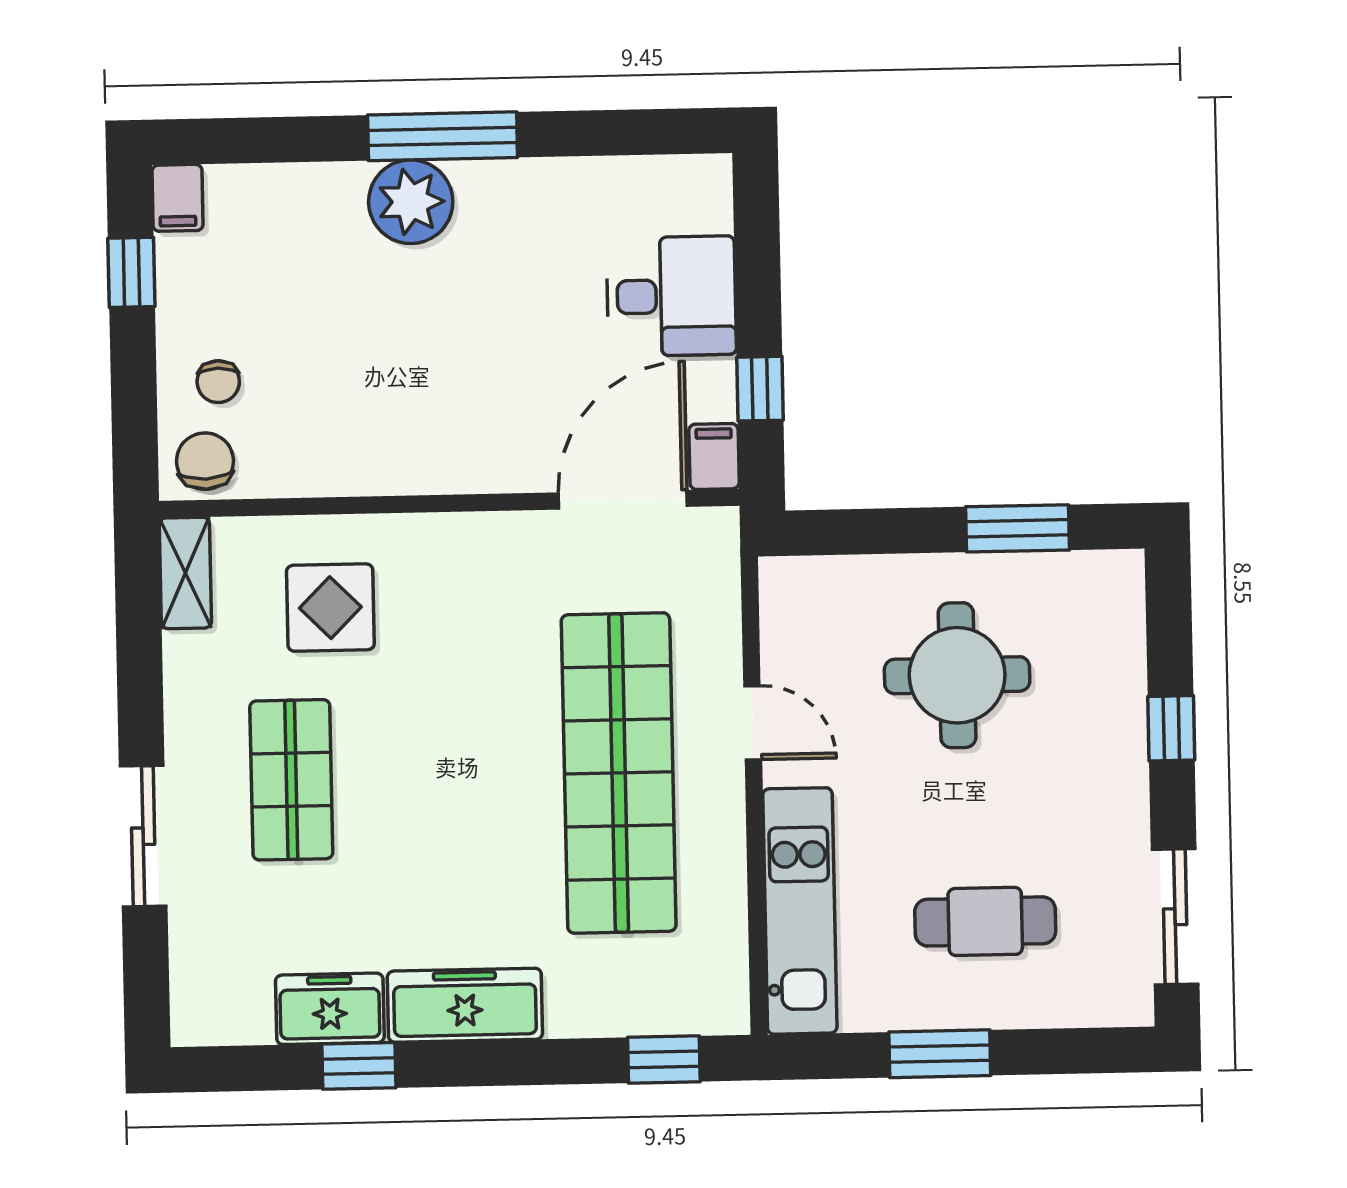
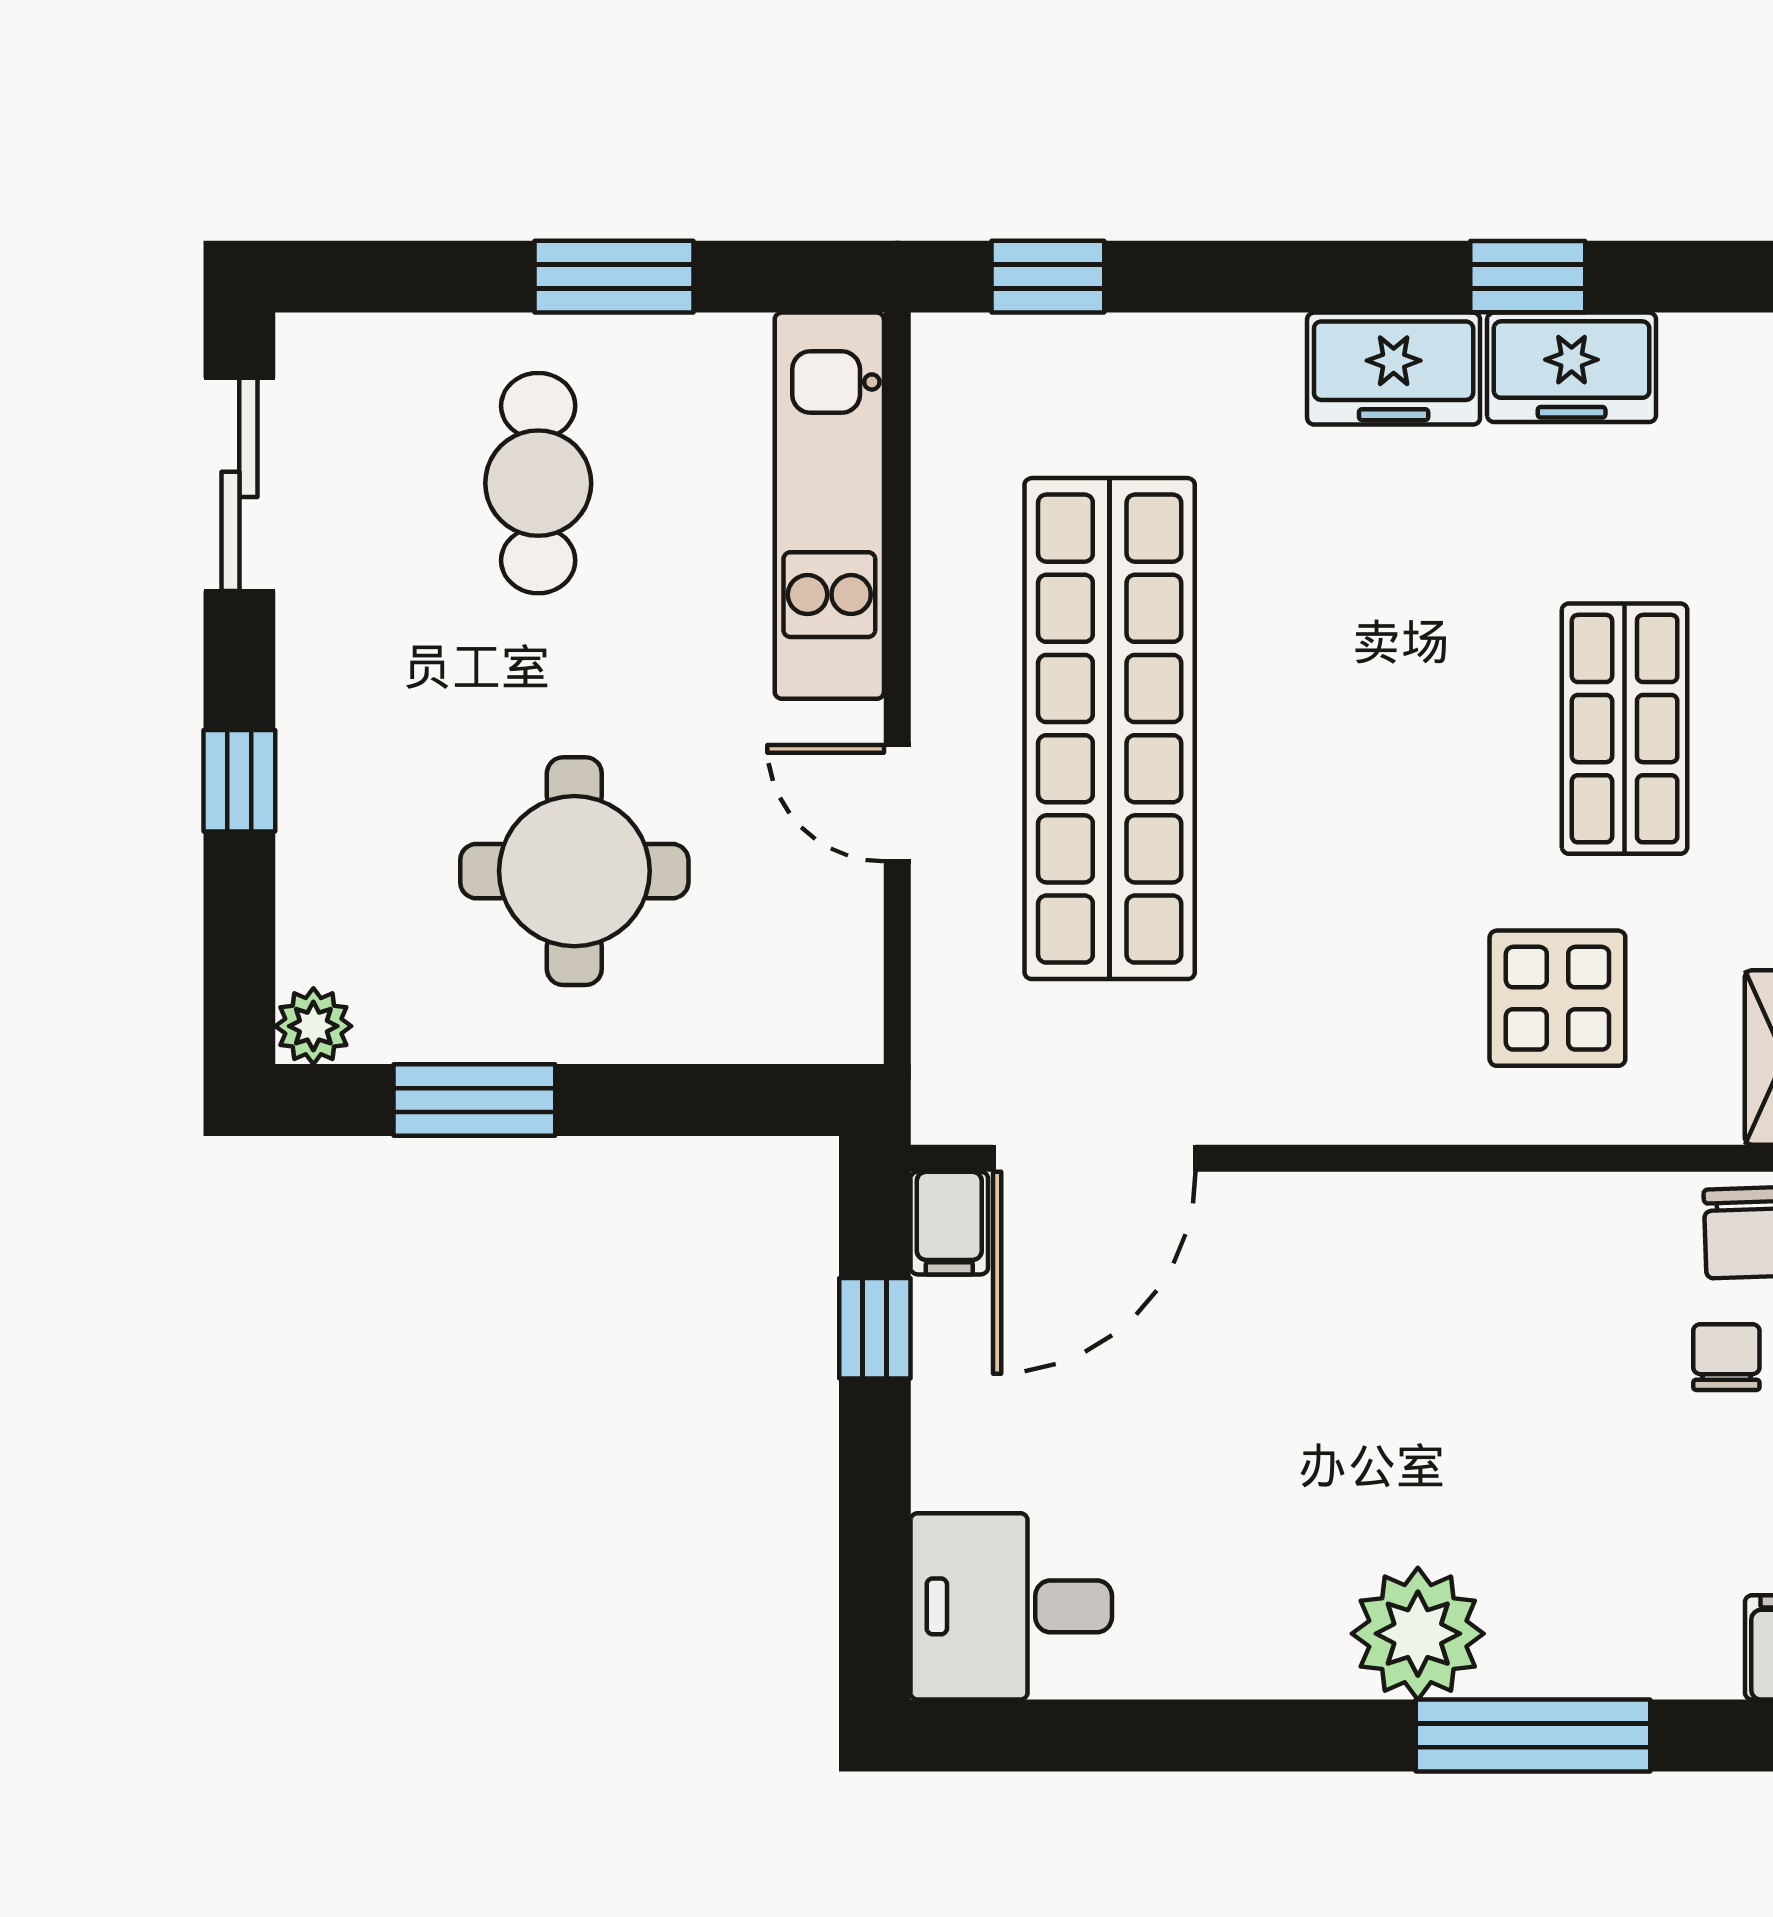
window: (443, 136) -> (1533, 1735), moved
desk: (671, 296) -> (1011, 1606), moved
plant: (1121, 573) -> (313, 1026), added
cafe table: (985, 921) -> (538, 483), turned 90
freezer: (465, 1005) -> (1394, 369), width x0.71

